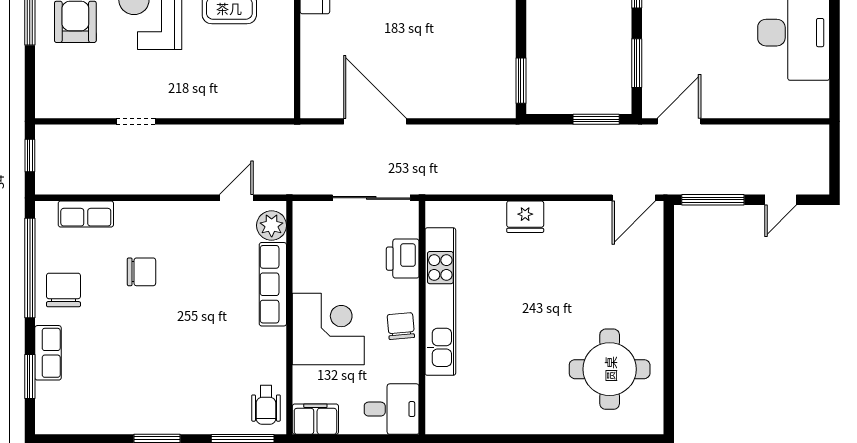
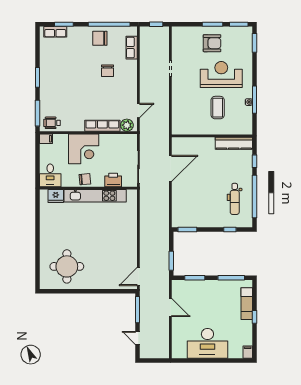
door: (679, 121) -> (170, 308), moved
door: (236, 198) -> (138, 110), hinge flipped
door: (634, 198) -> (138, 277), hinge flipped
fridge: (525, 217) -> (56, 196), moved, turned -90
chair: (63, 290) -> (100, 38), turned 180
row of seats: (48, 353) -> (55, 32), moved
filing cabinet: (315, 419) -> (46, 139), width x0.50

